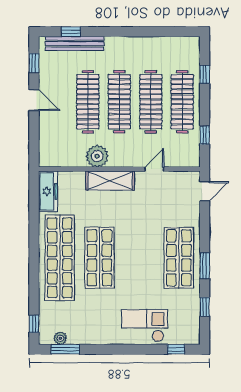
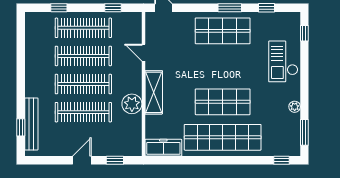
window: (34, 63) -> (115, 160), moved
plant: (60, 338) -> (295, 107), moved

